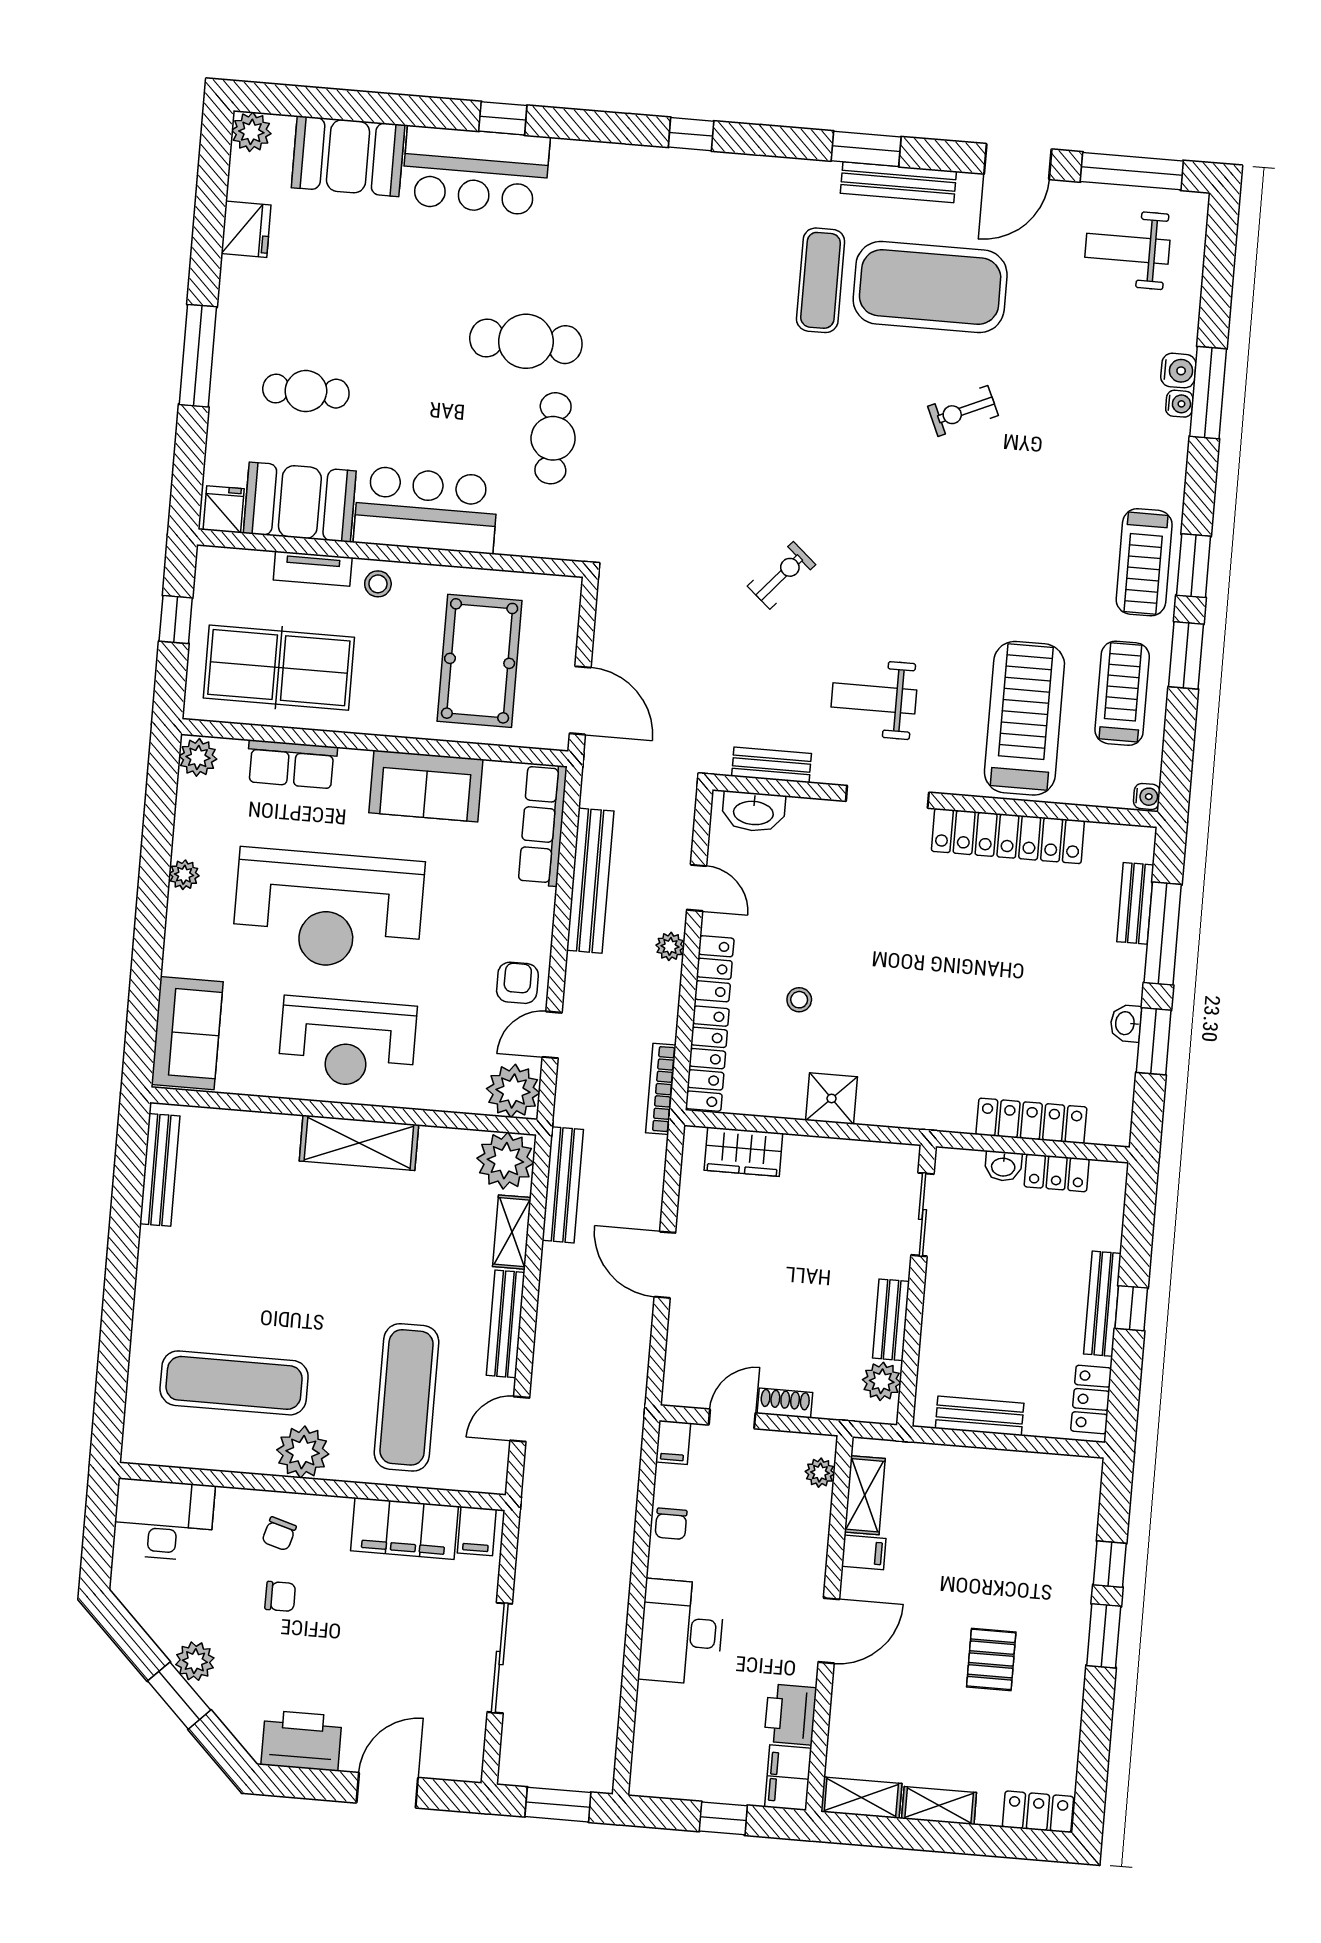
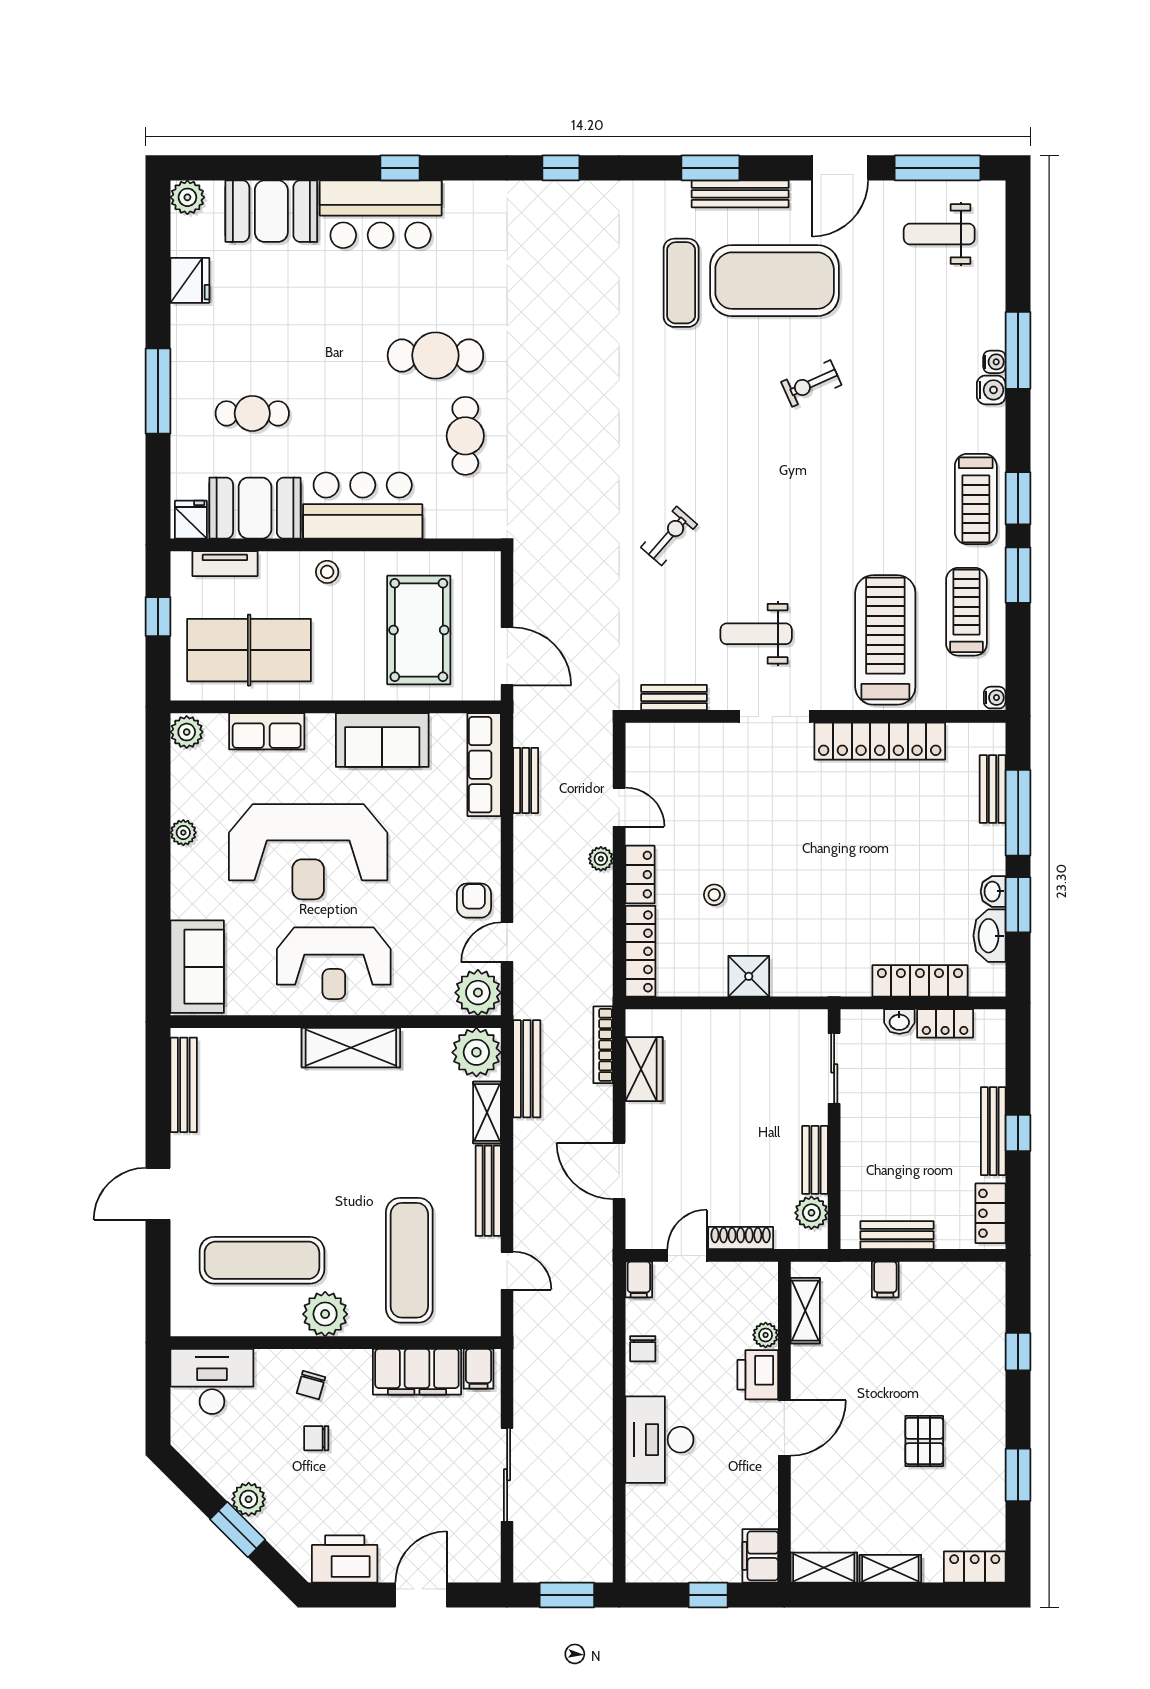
water cooler: (1178, 371) -> (991, 390), moved
tv unit: (313, 569) -> (225, 564), moved
washbasin: (753, 812) -> (990, 936), moved, turned 90
bench: (590, 881) -> (526, 780), width x0.54, depth x0.82
bookcase: (661, 1089) -> (603, 1045), moved
wardrobe: (743, 1152) -> (644, 1069), moved, turned -90
door: (665, 1265) -> (619, 1171), moved
door: (119, 1295) -> (158, 1194), added
shoe rack: (785, 1403) -> (741, 1238), width x1.43
door: (520, 1419) -> (507, 1271), swing flipped
plant: (820, 1473) -> (766, 1335), moved
filing cabinet: (864, 1552) -> (885, 1279), moved, turned 90
chair: (280, 1596) -> (316, 1438), turned 180
window: (1104, 1636) -> (1018, 1475), moved
printer: (790, 1714) -> (758, 1375), moved

